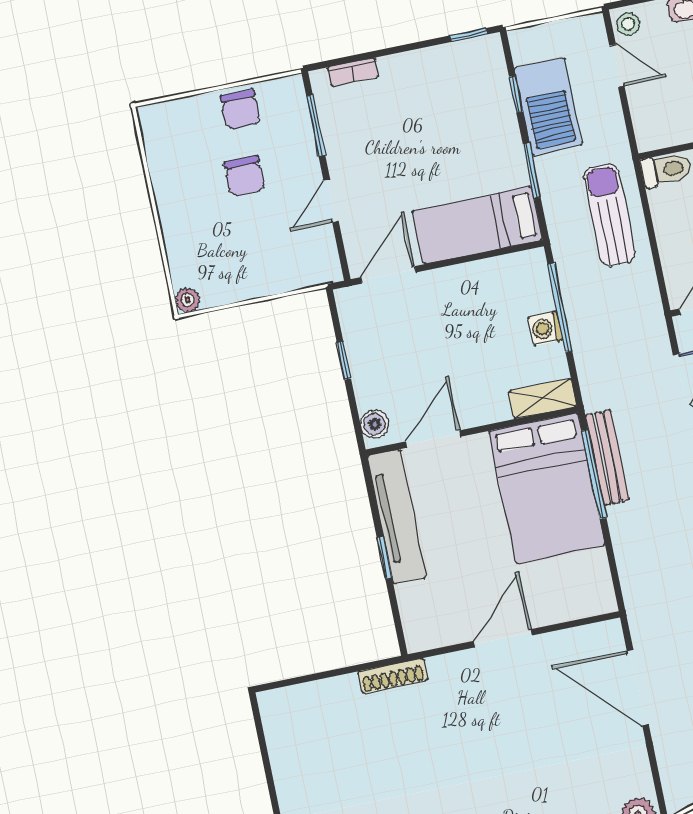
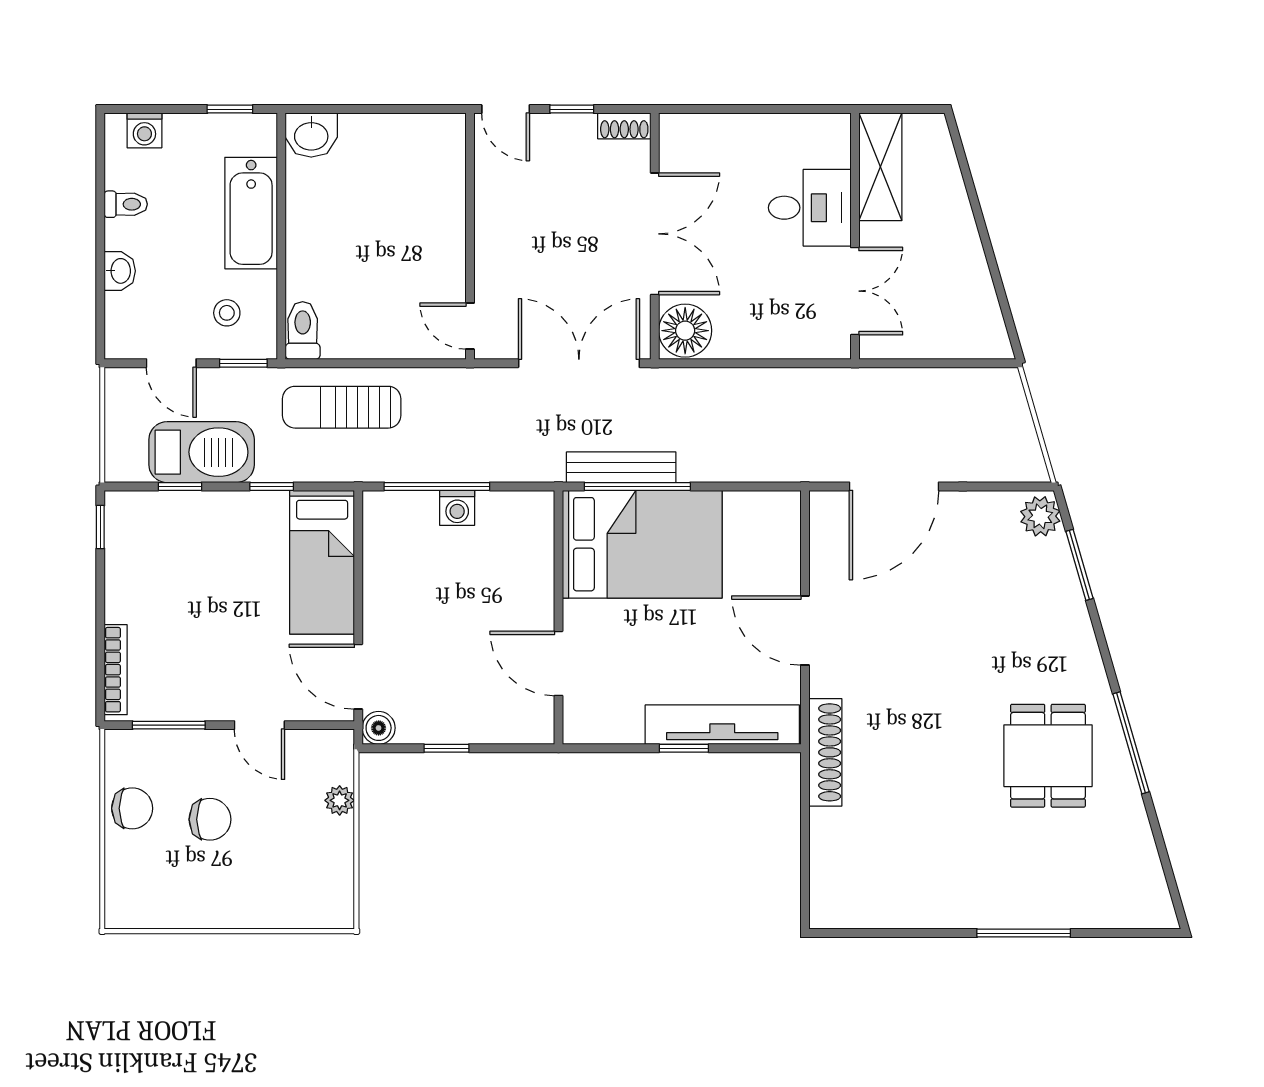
stool: (628, 24) -> (227, 313), moved
door: (617, 66) -> (171, 363), swing flipped
bookcase: (353, 72) -> (116, 670), width x1.56
window: (629, 126) -> (243, 363), added
window: (532, 170) -> (272, 486), width x0.67
plant: (188, 300) -> (340, 800), moved
shelving: (542, 399) -> (538, 528), removed
boiler: (375, 424) -> (379, 728), moved
tv unit: (396, 517) -> (722, 725), moved
shoe rack: (393, 676) -> (825, 752), width x1.36, depth x1.24

